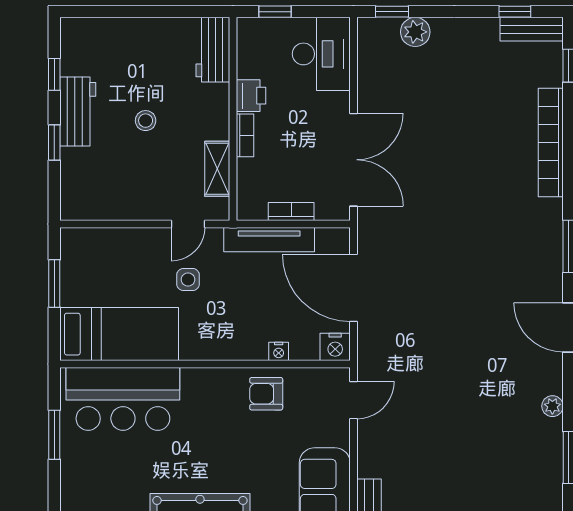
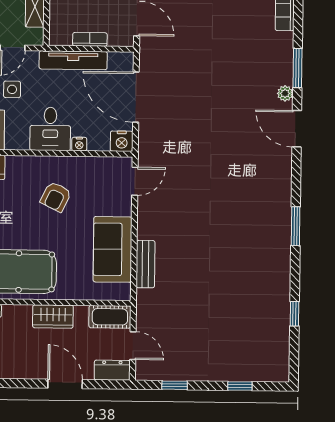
desk: (240, 332) -> (50, 129), added
armchair: (266, 394) -> (56, 197), moved, turned -64
plant: (552, 406) -> (285, 93), moved

